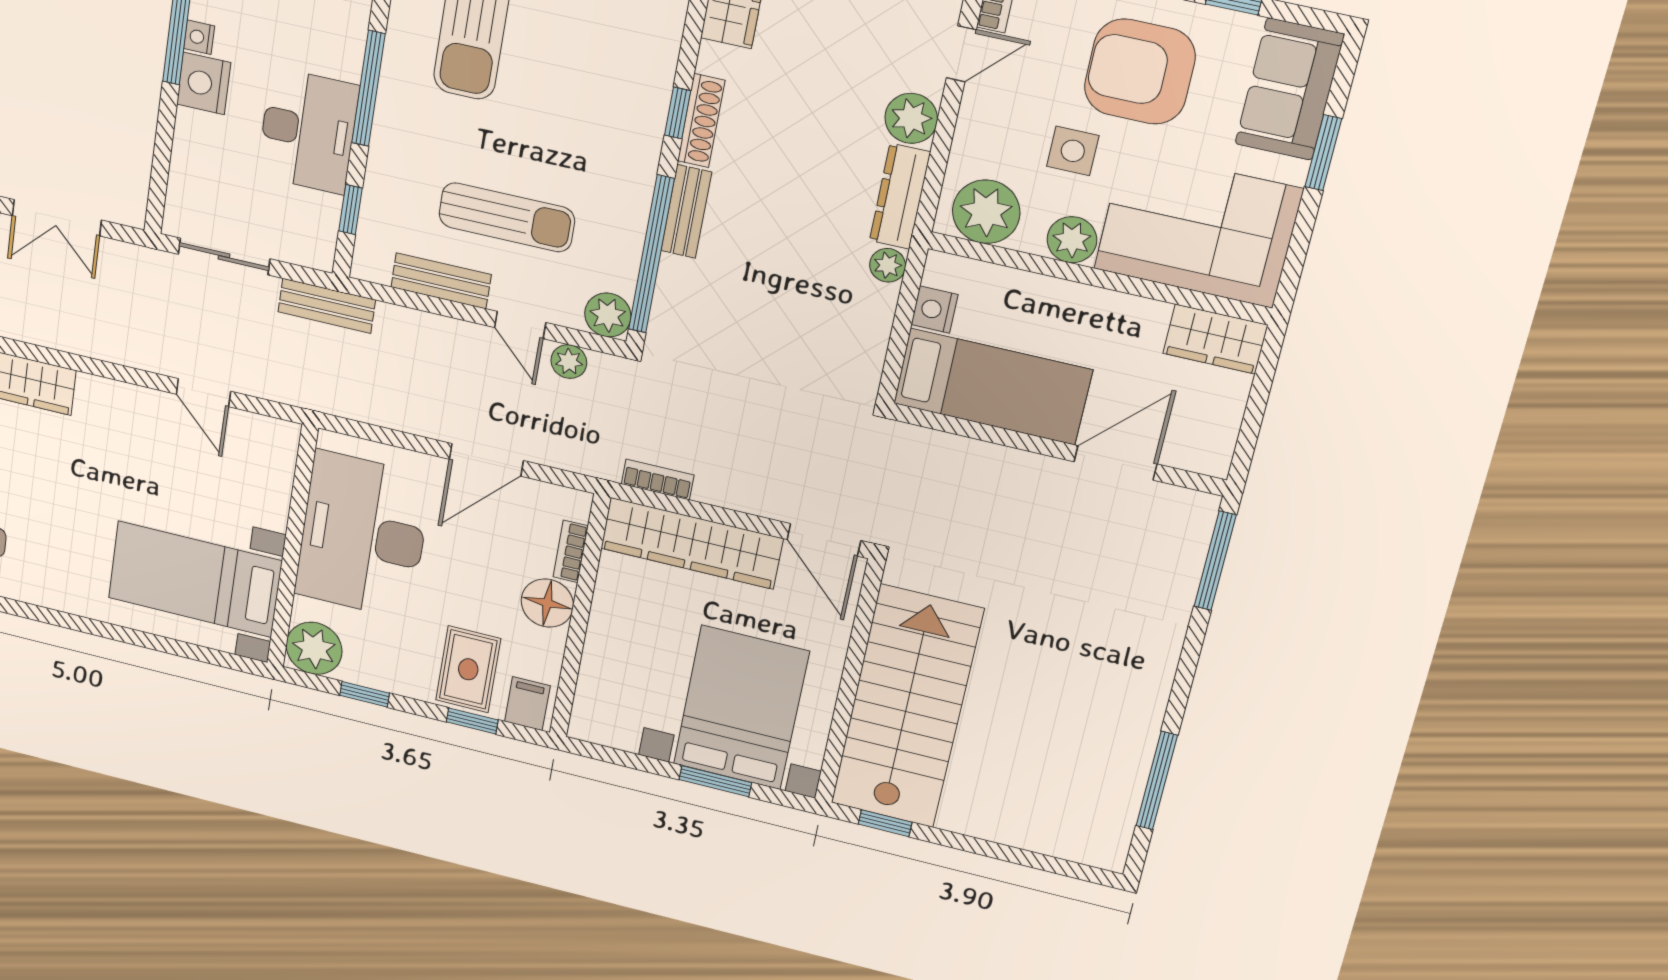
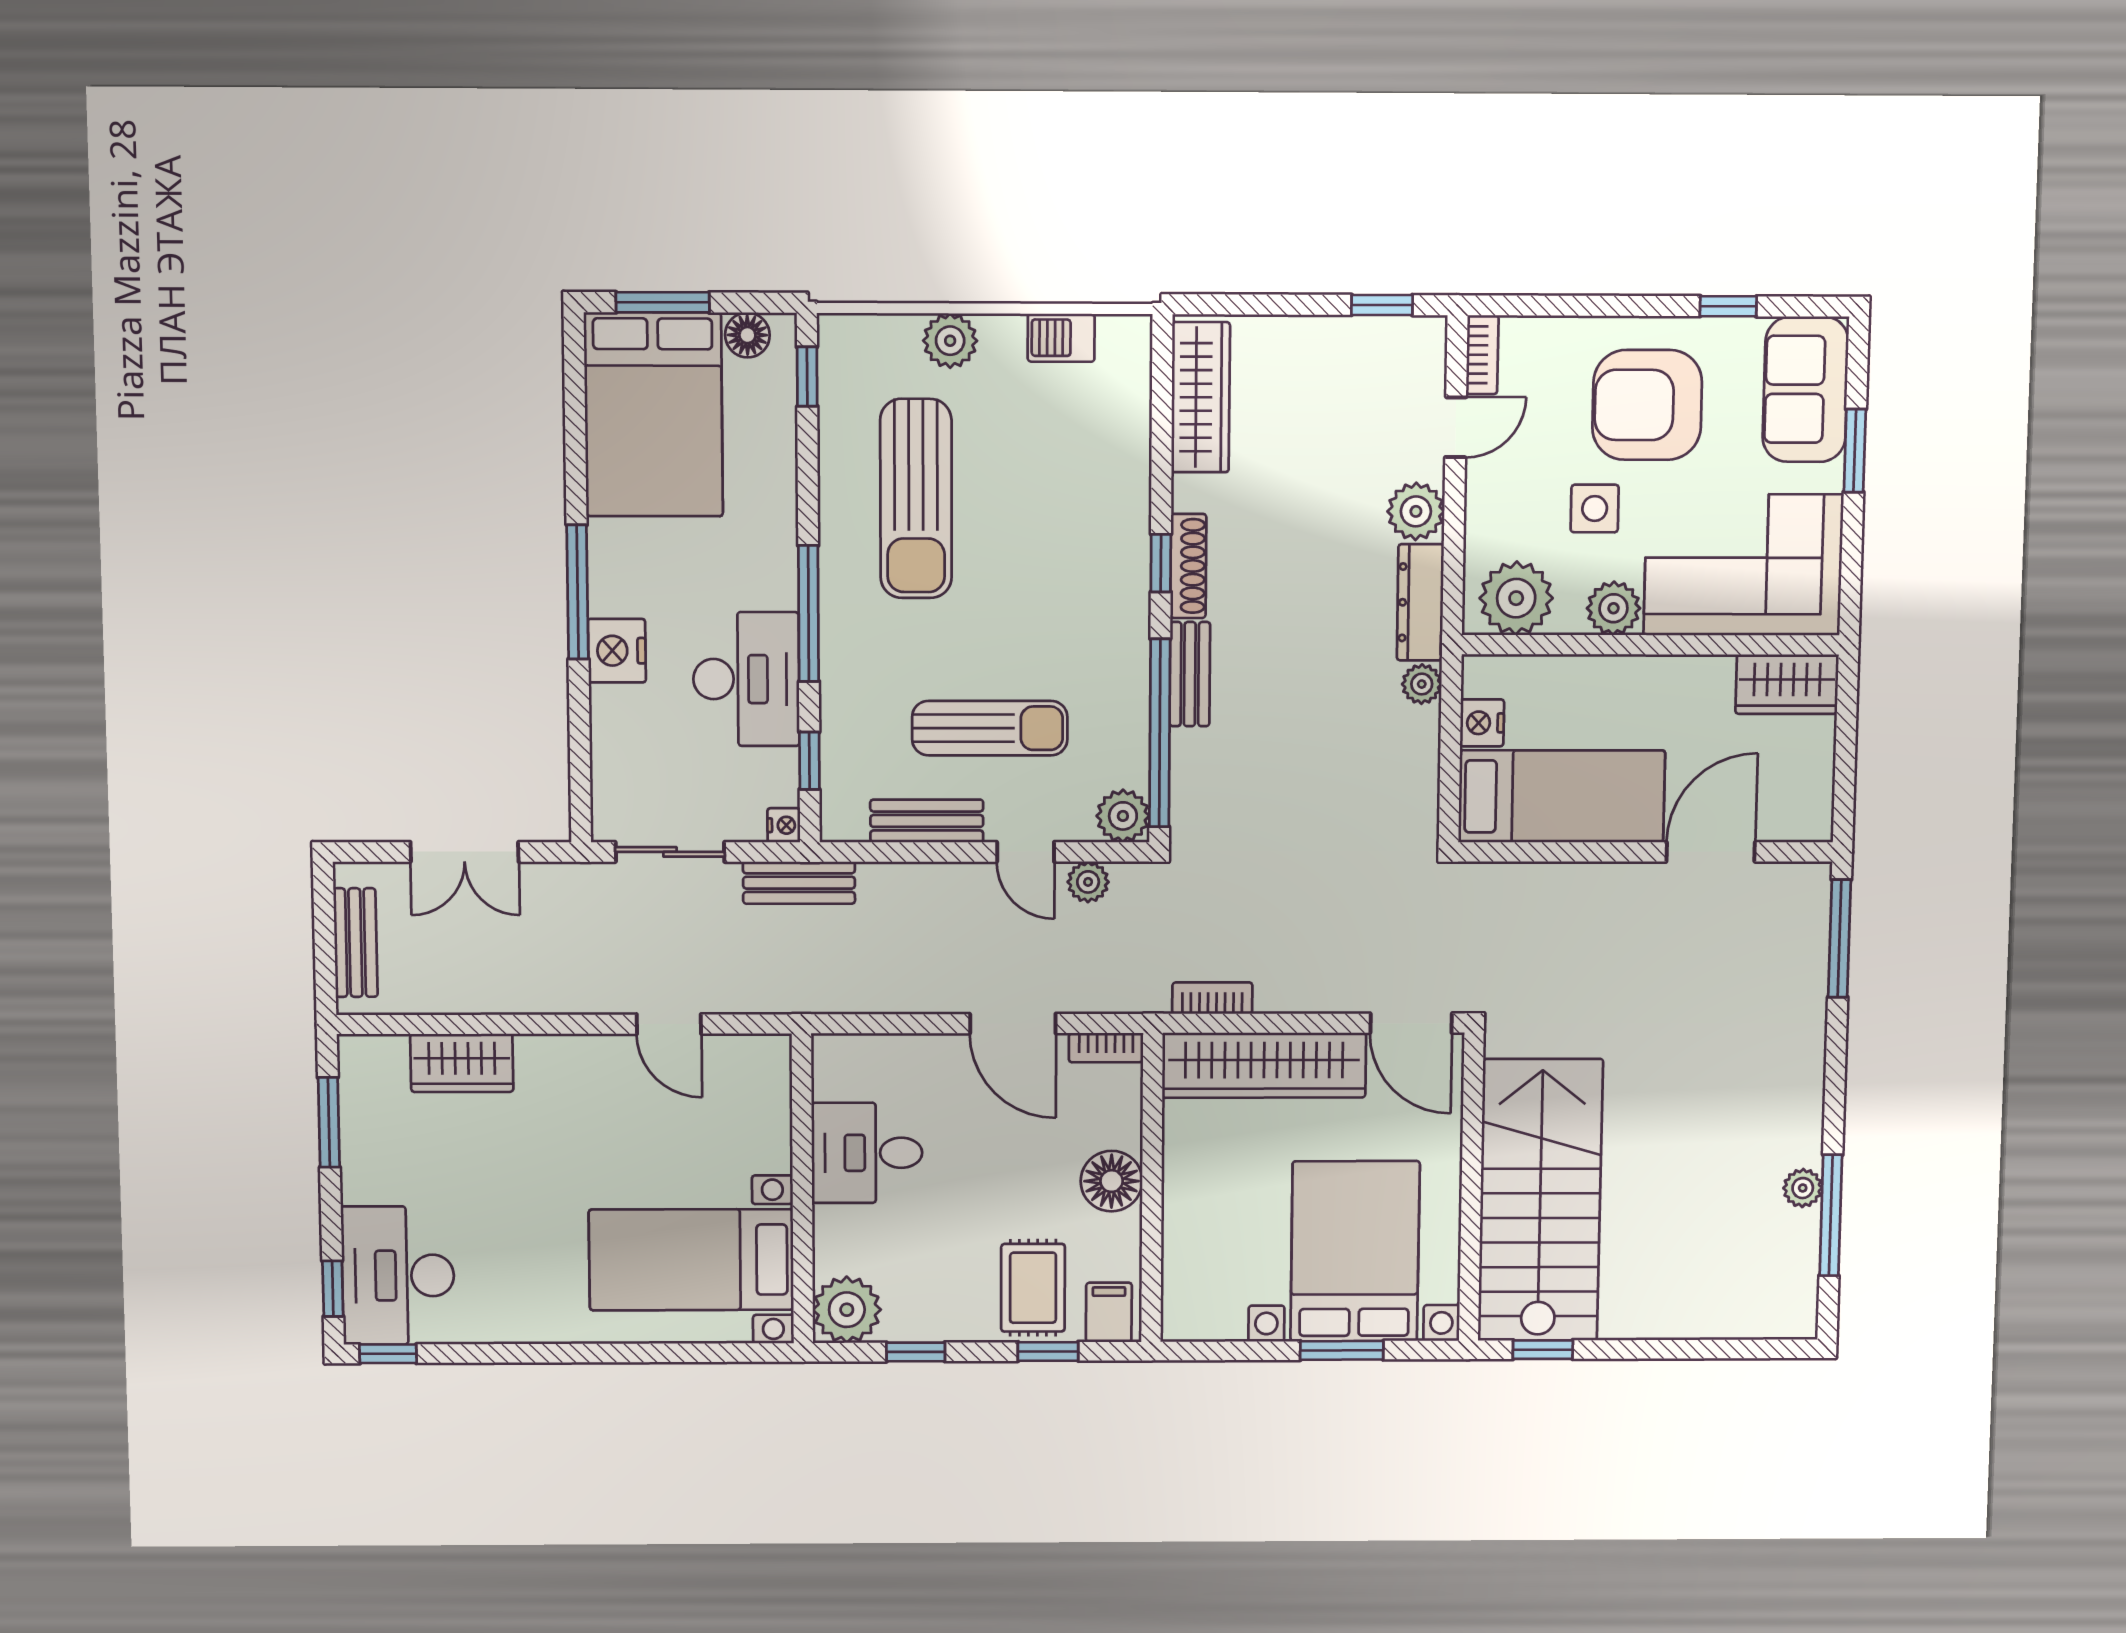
nightstand: (199, 37) -> (784, 825), moved, turned 180
door: (486, 460) -> (1013, 1024), hinge flipped
desk: (363, 535) -> (867, 1153), width x0.53, depth x0.77
bookcase: (571, 551) -> (1106, 1048), moved, turned -90
plant: (1137, 753) -> (1803, 1188), added

